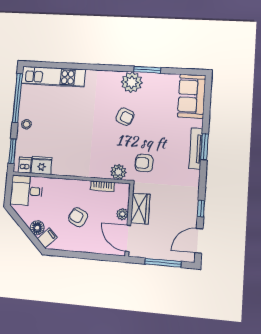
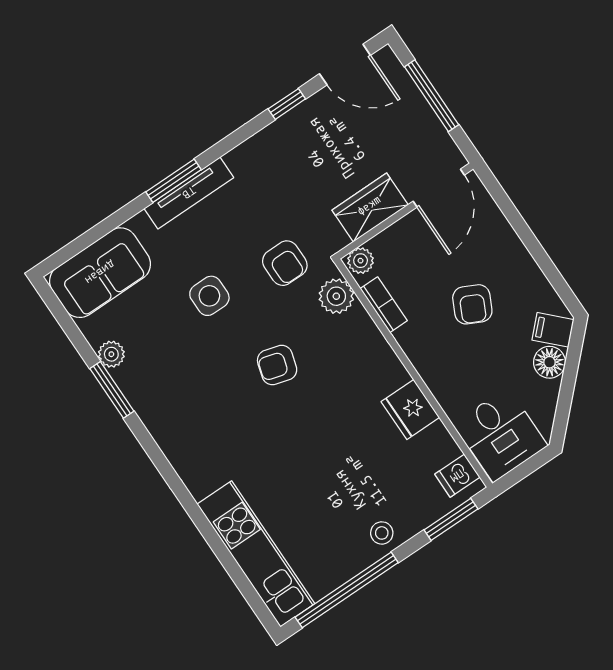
plant: (132, 82) -> (111, 354), moved, width x0.53, depth x0.53
armchair: (125, 117) -> (277, 365), moved, turned -98
side table: (153, 128) -> (209, 296), added
fridge: (42, 165) -> (410, 410), moved
plant: (122, 214) -> (361, 261), moved

